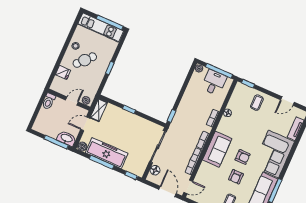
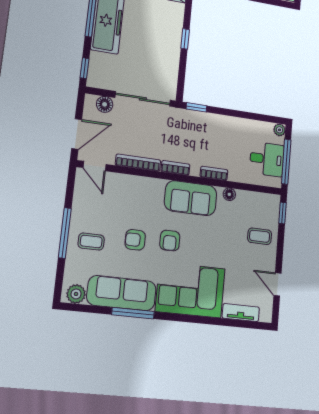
sofa: (217, 149) -> (191, 198), moved

